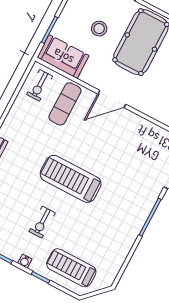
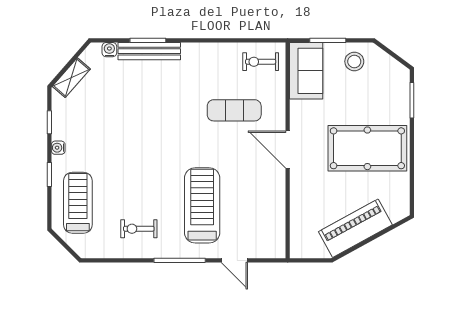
stool: (99, 29) -> (354, 61), moved
exercise mat: (65, 104) -> (234, 110), moved
treadmill: (71, 179) -> (202, 205), moved
exercise bike: (42, 222) -> (139, 229), moved

